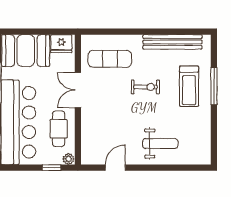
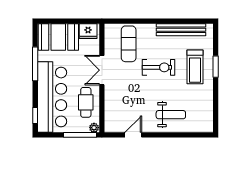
exercise mat: (110, 59) -> (129, 44), turned 90
window: (214, 86) -> (216, 67), width x0.69
exercise bike: (145, 87) -> (158, 67), width x1.38, depth x1.39
window: (52, 168) -> (80, 135), width x2.17

